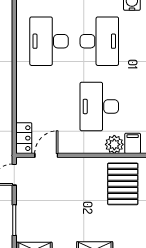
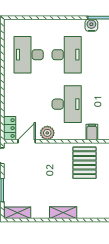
desk: (99, 106) -> (67, 104), turned 180
plant: (114, 144) -> (47, 133), moved

